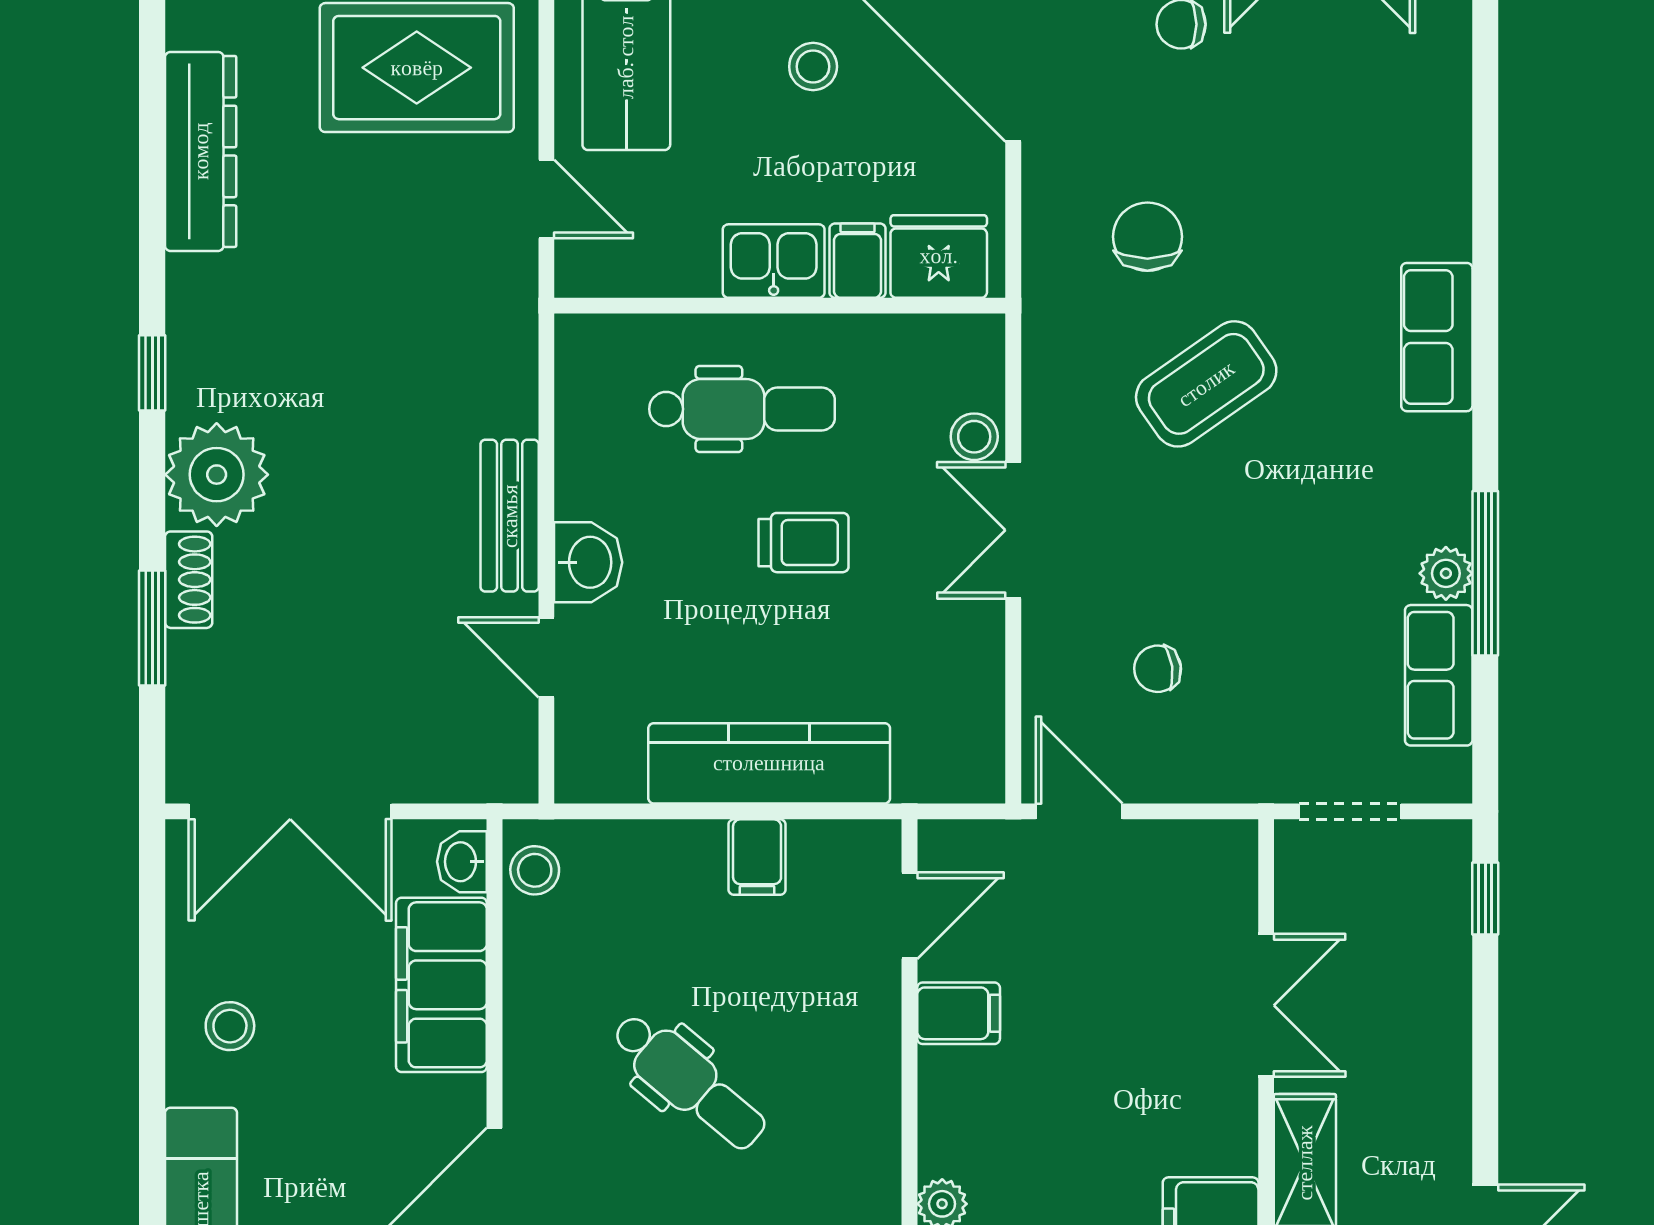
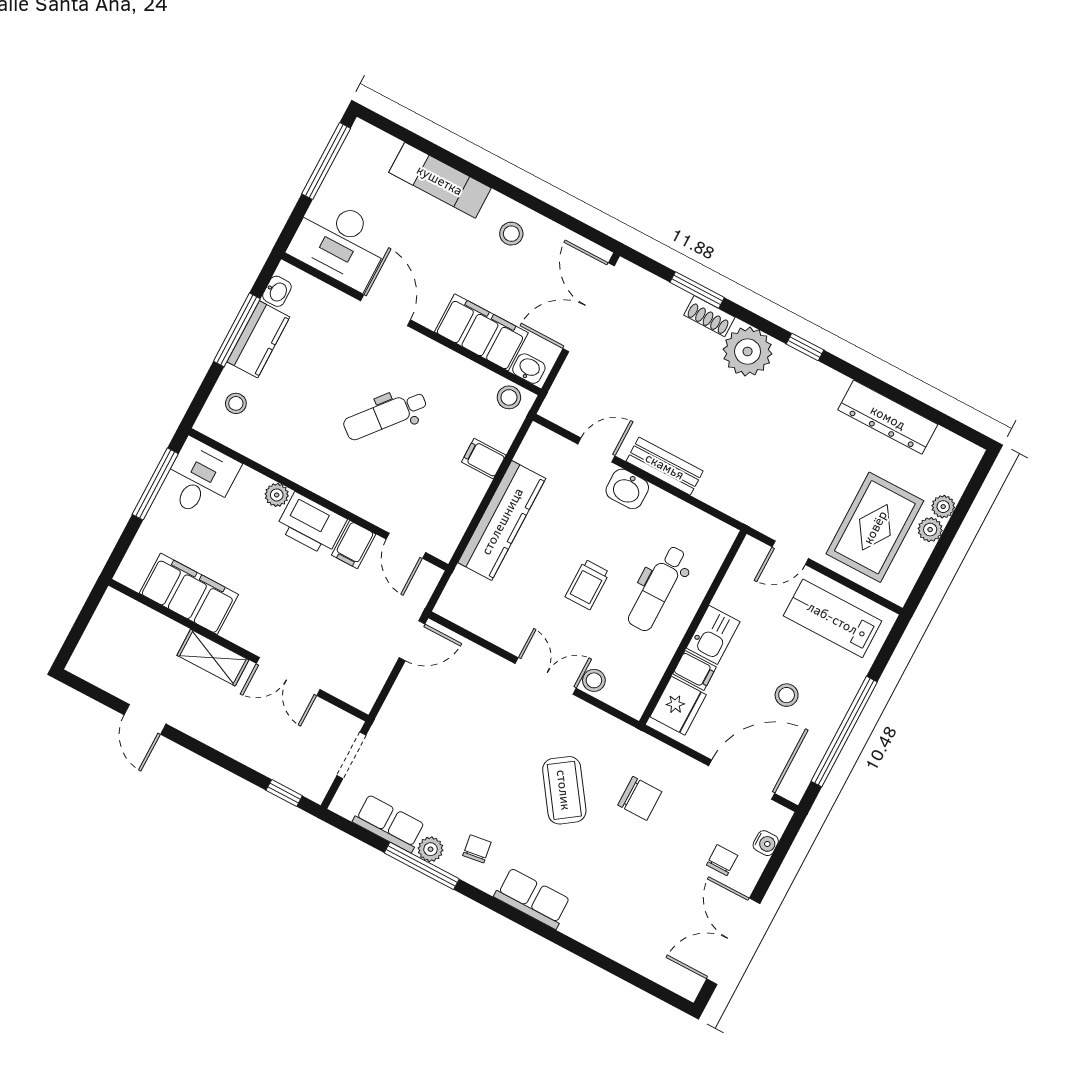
chair: (1158, 669) -> (477, 849), moved
filing cabinet: (757, 857) -> (484, 459), moved
printer: (962, 1112) -> (311, 524), added

